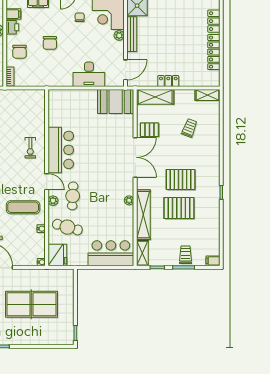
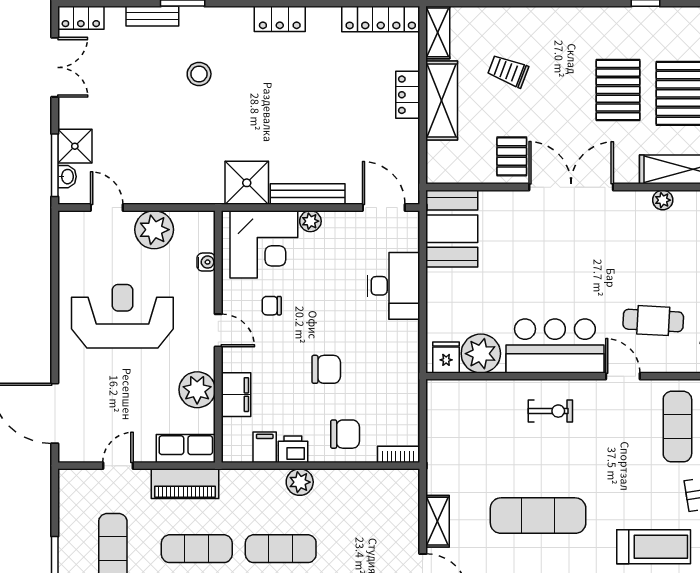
locker: (214, 52) -> (381, 19), moved
locker: (168, 81) -> (408, 95), moved
shelving: (155, 97) -> (442, 100), moved
fridge: (55, 99) -> (446, 357), added
door: (47, 182) -> (623, 376), hinge flipped
plant: (53, 201) -> (481, 354), moved, width x1.88, depth x1.88

